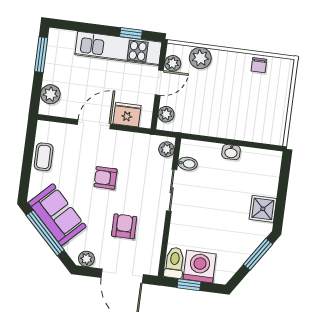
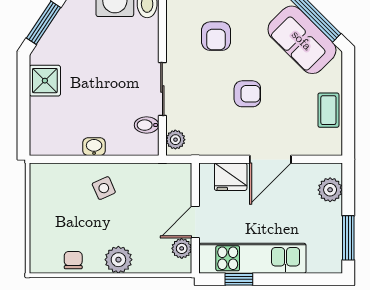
plant: (200, 58) -> (118, 260), moved
plant: (166, 114) -> (182, 184), removed
side table: (228, 119) -> (104, 188), added

